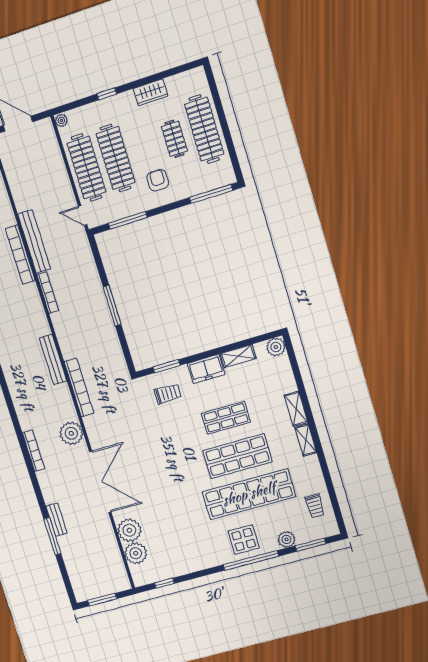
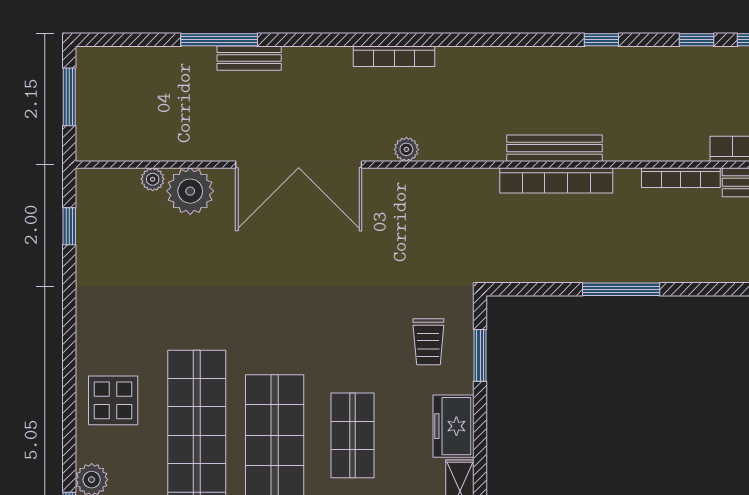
bookcase: (79, 387) -> (556, 180), moved
plant: (71, 433) -> (406, 149), width x0.53, depth x0.53
plant: (136, 553) -> (153, 179), width x0.53, depth x0.53
window: (251, 560) -> (69, 402), removed

